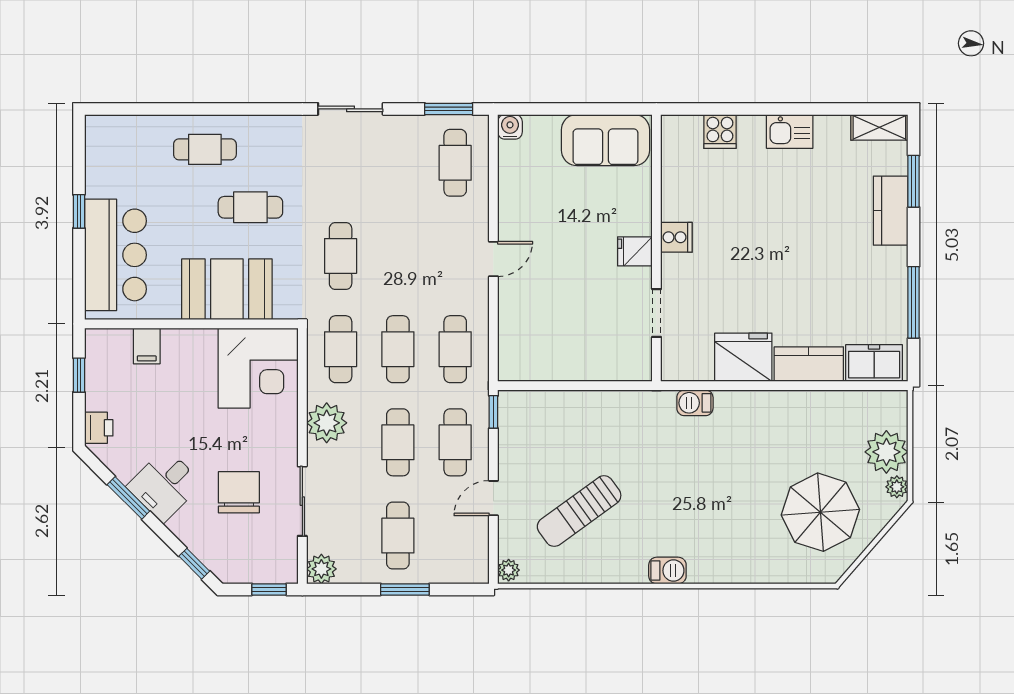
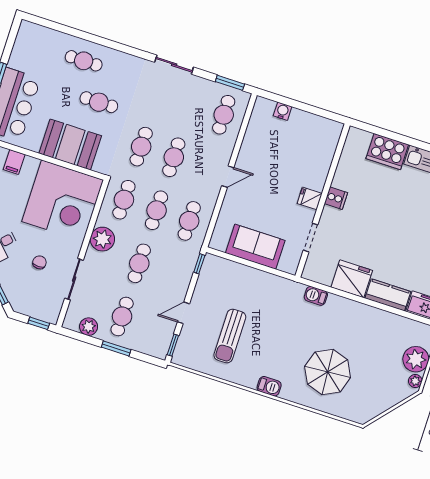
water cooler: (510, 127) -> (283, 111), moved
cooker: (720, 131) -> (387, 152), width x1.87, depth x1.31
sofa: (605, 140) -> (255, 247), moved, turned 180
corner desk: (258, 368) -> (63, 201), width x1.36, depth x1.36
cafe table: (455, 442) -> (174, 157), moved
chair: (239, 492) -> (39, 262), width x0.54, depth x0.54
sun lounger: (579, 511) -> (230, 336), turned -54
parasol: (820, 512) -> (328, 372), moved
window: (493, 555) -> (173, 345), added
plant: (321, 569) -> (89, 327), moved
plant: (509, 570) -> (179, 357), removed

